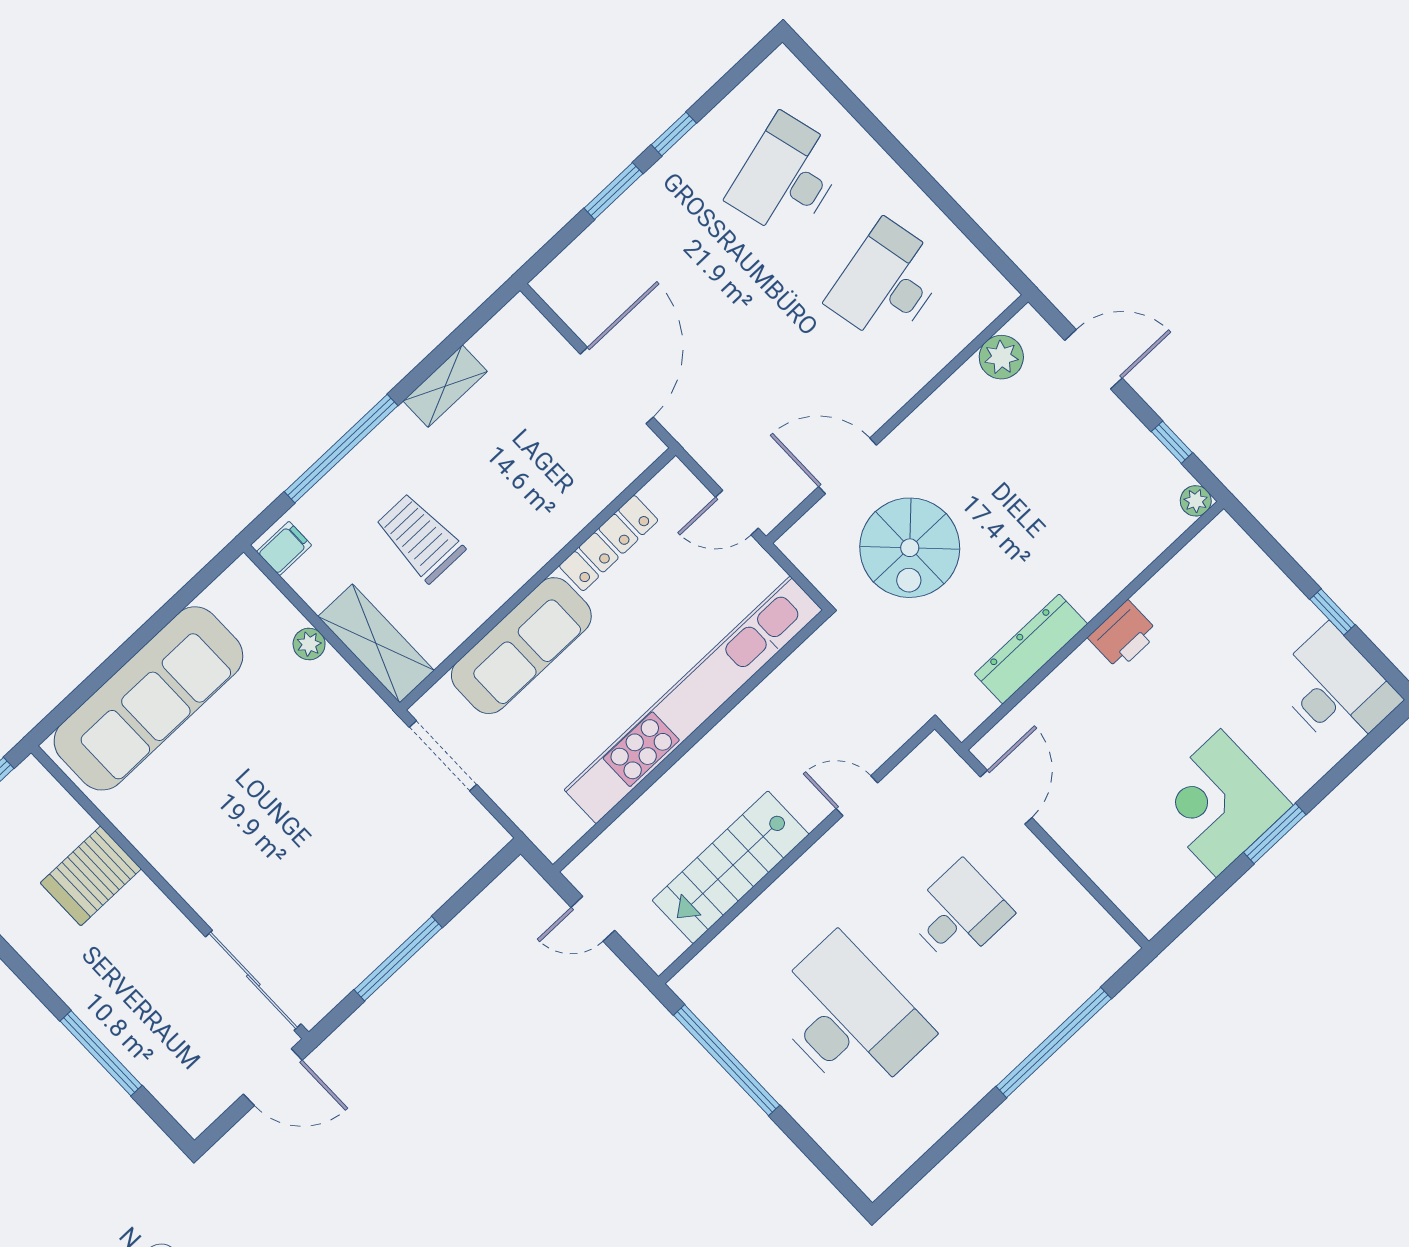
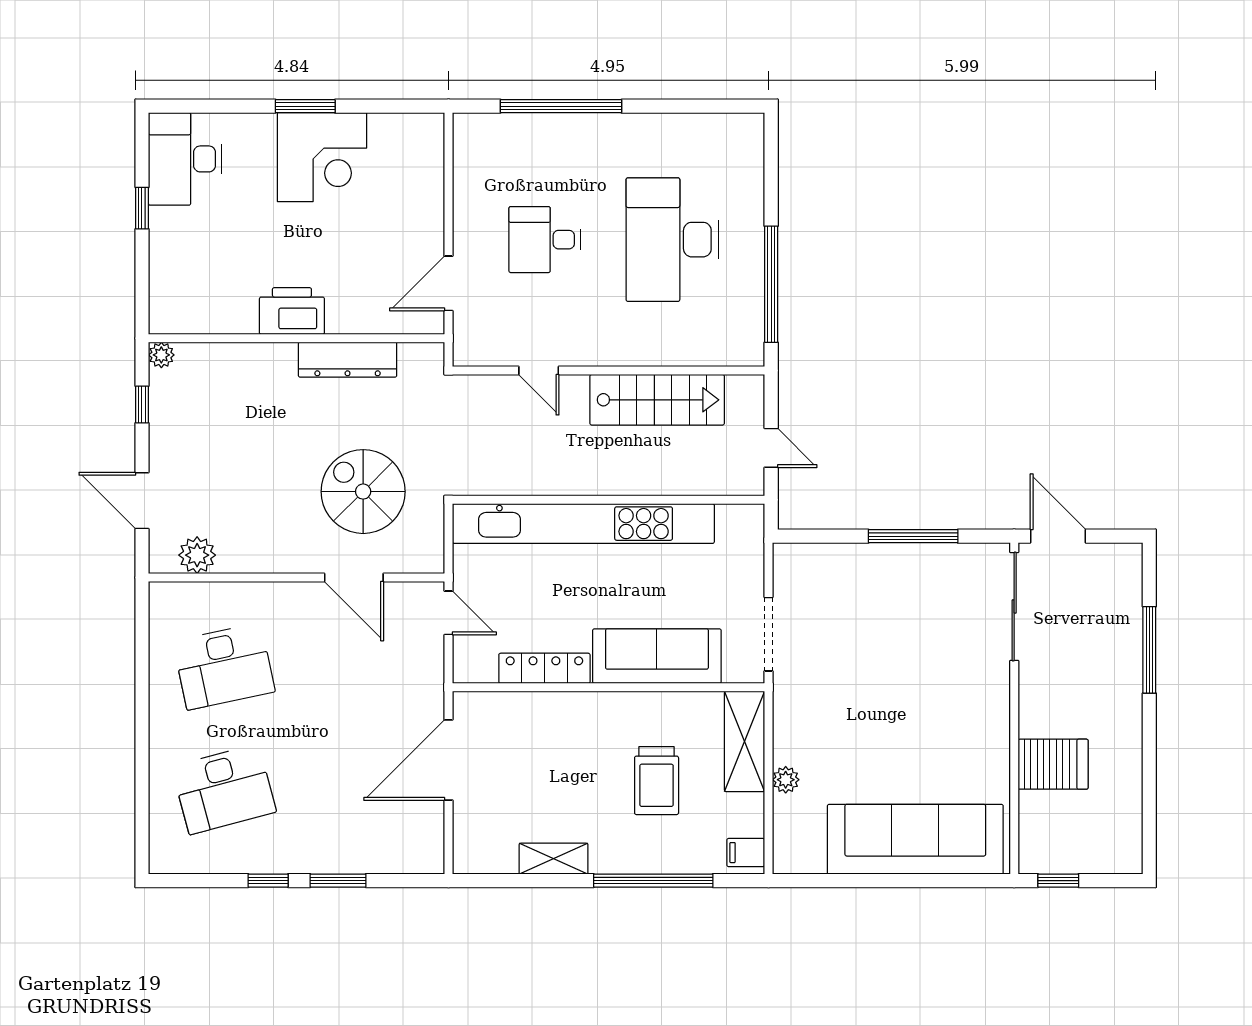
spiral stairs: (910, 548) -> (363, 492), turned -90
printer: (1123, 635) -> (292, 311), width x1.37, depth x1.19

